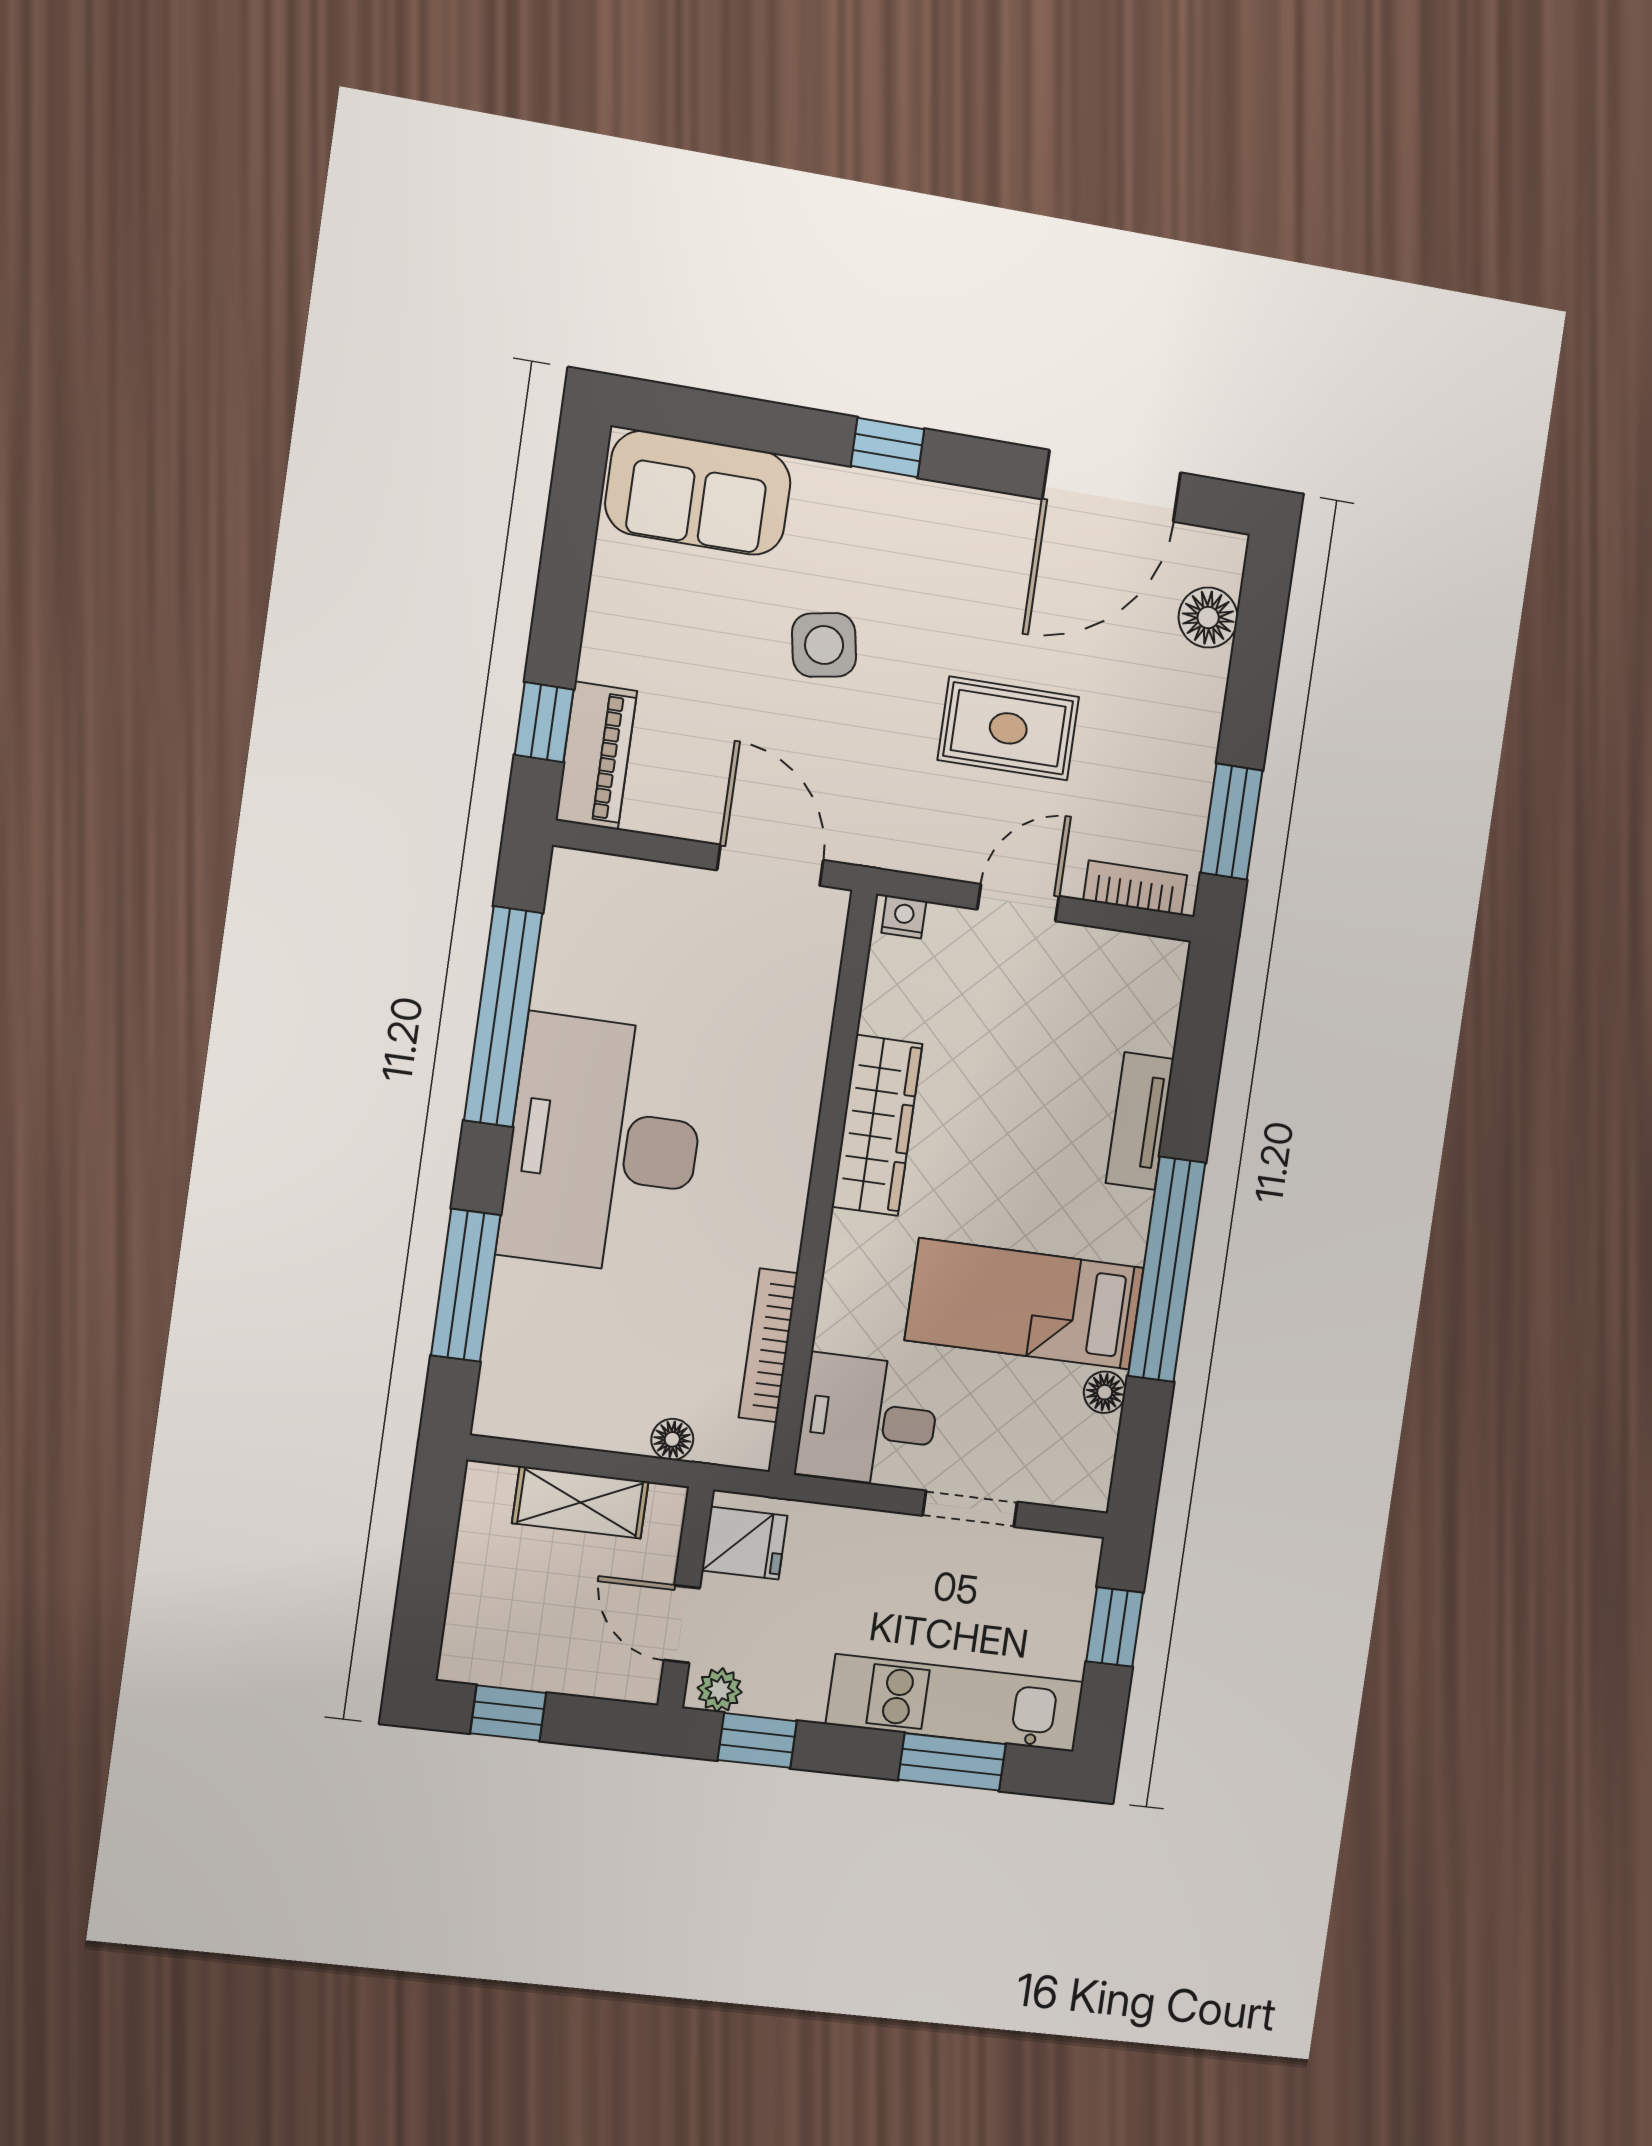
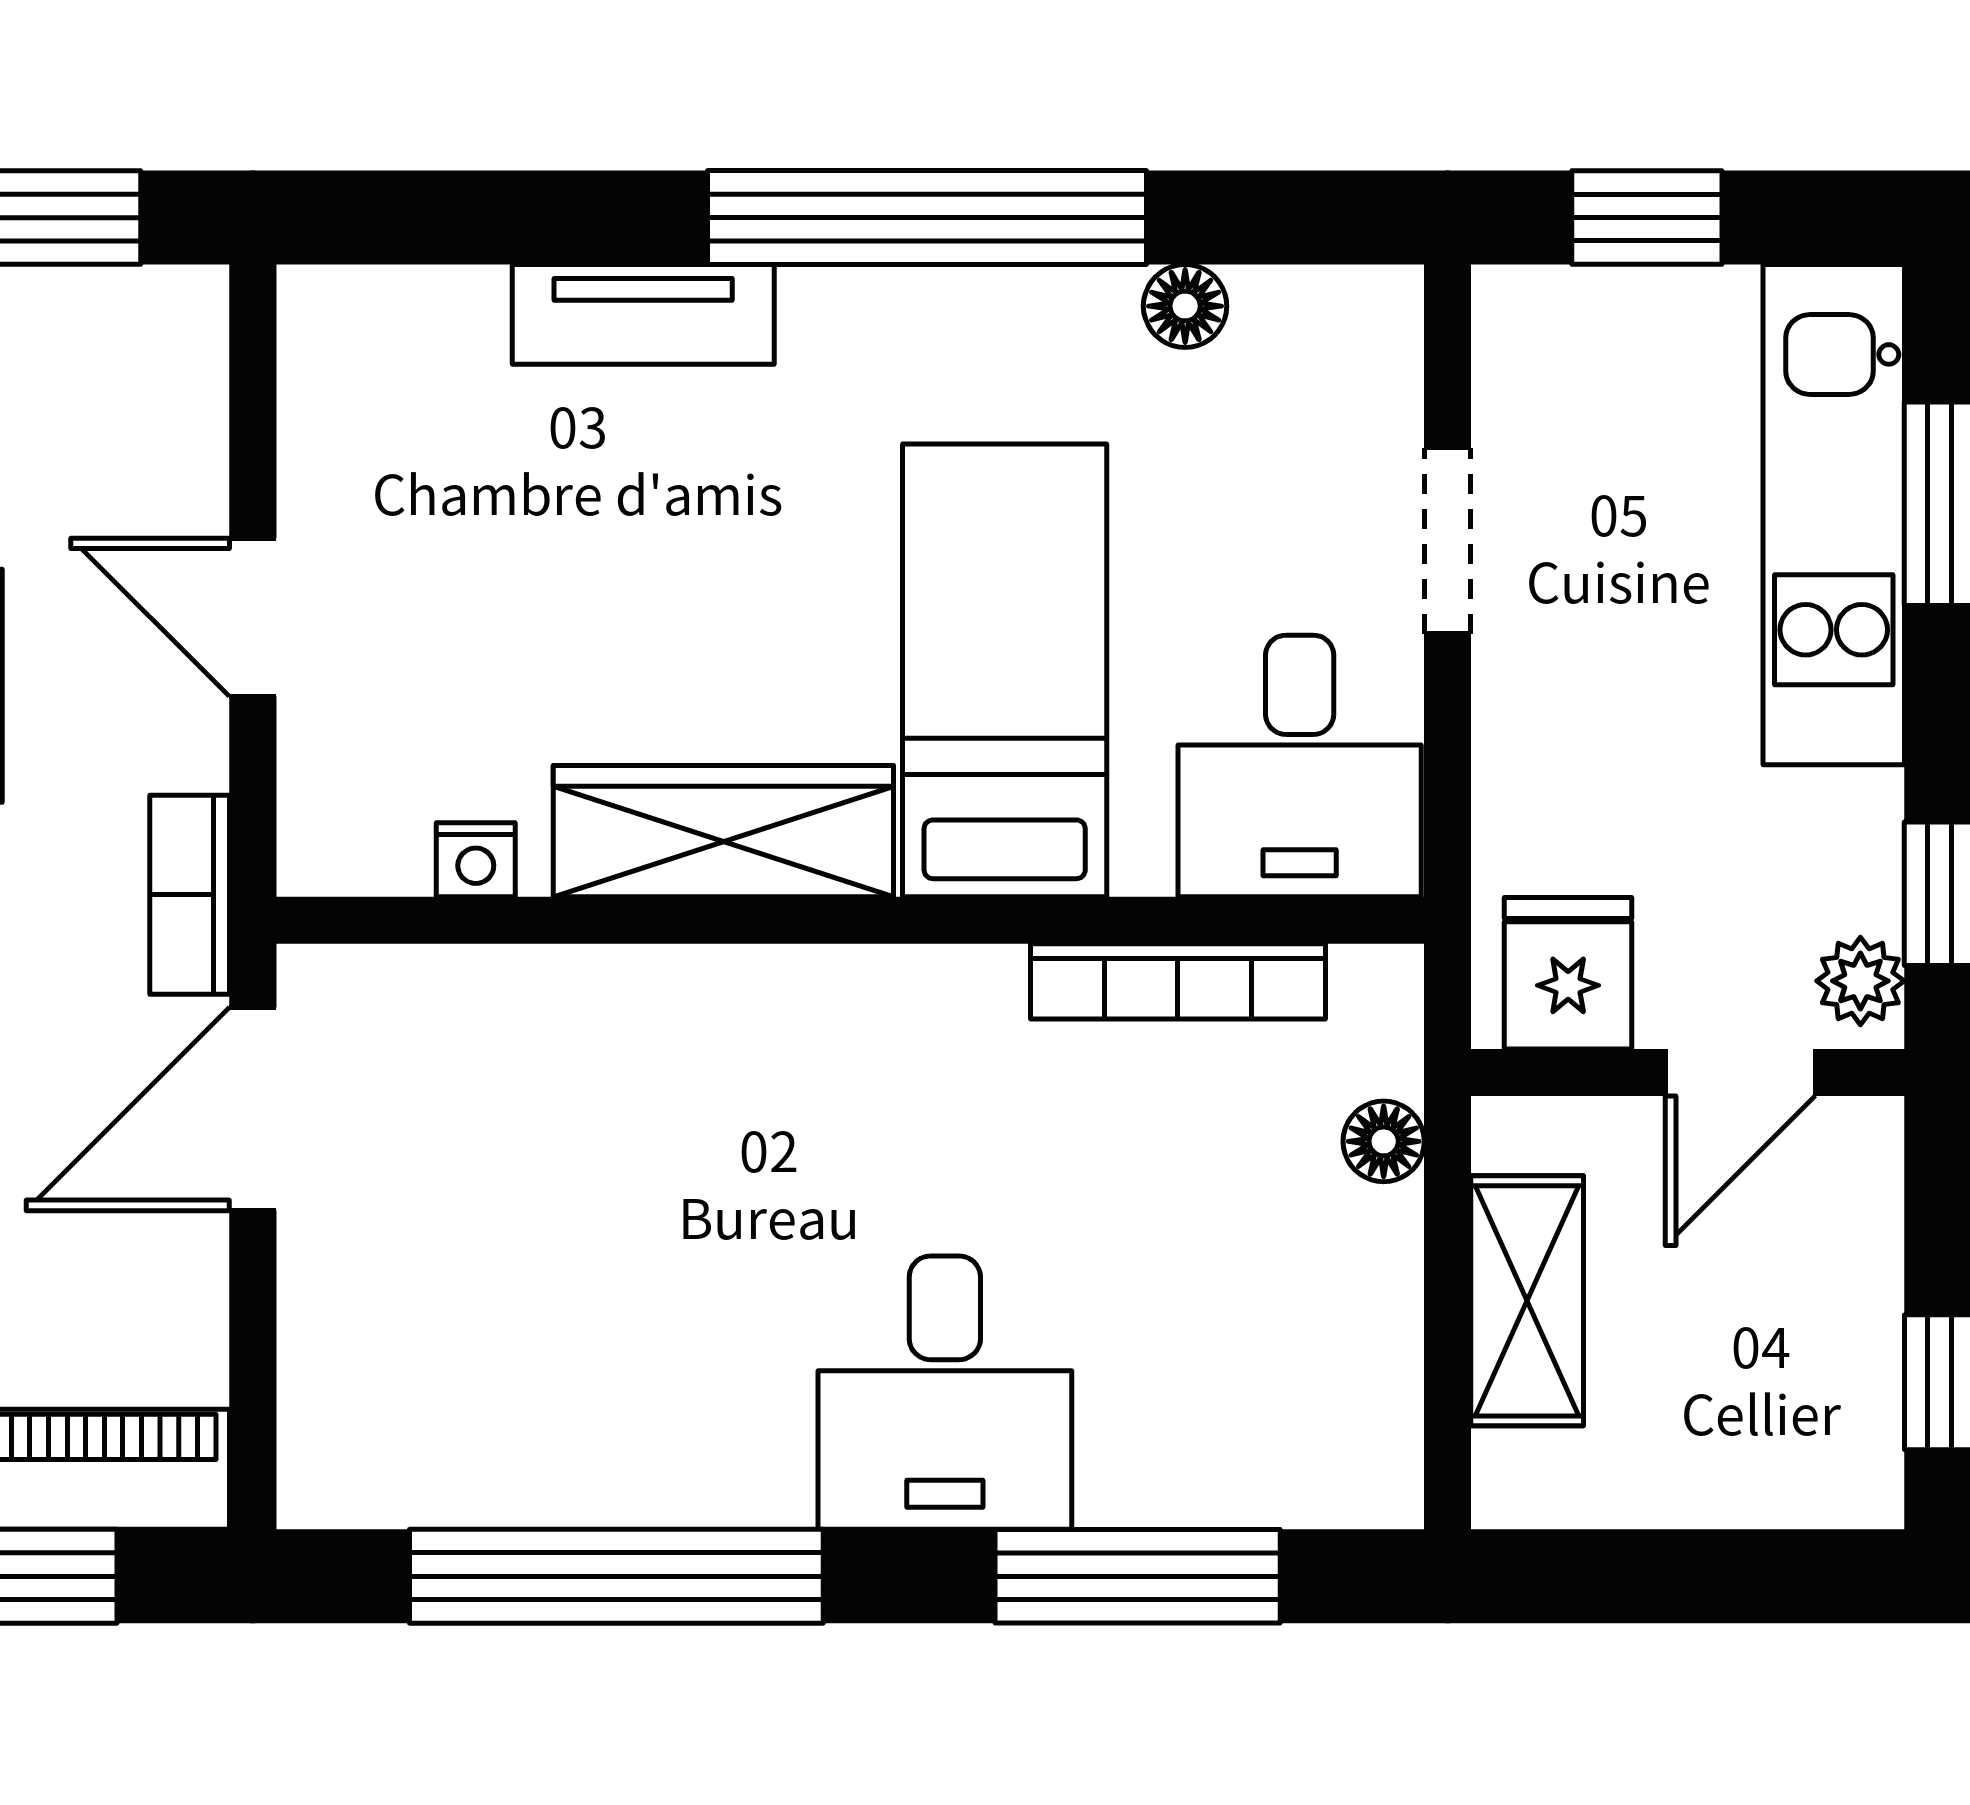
bookcase: (1135, 888) -> (190, 895), moved
nightstand: (904, 917) -> (476, 860), moved, turned -90
desk: (604, 1145) -> (945, 1393), width x0.53, depth x0.77
bed: (1024, 1304) -> (1005, 670), moved, turned 180

